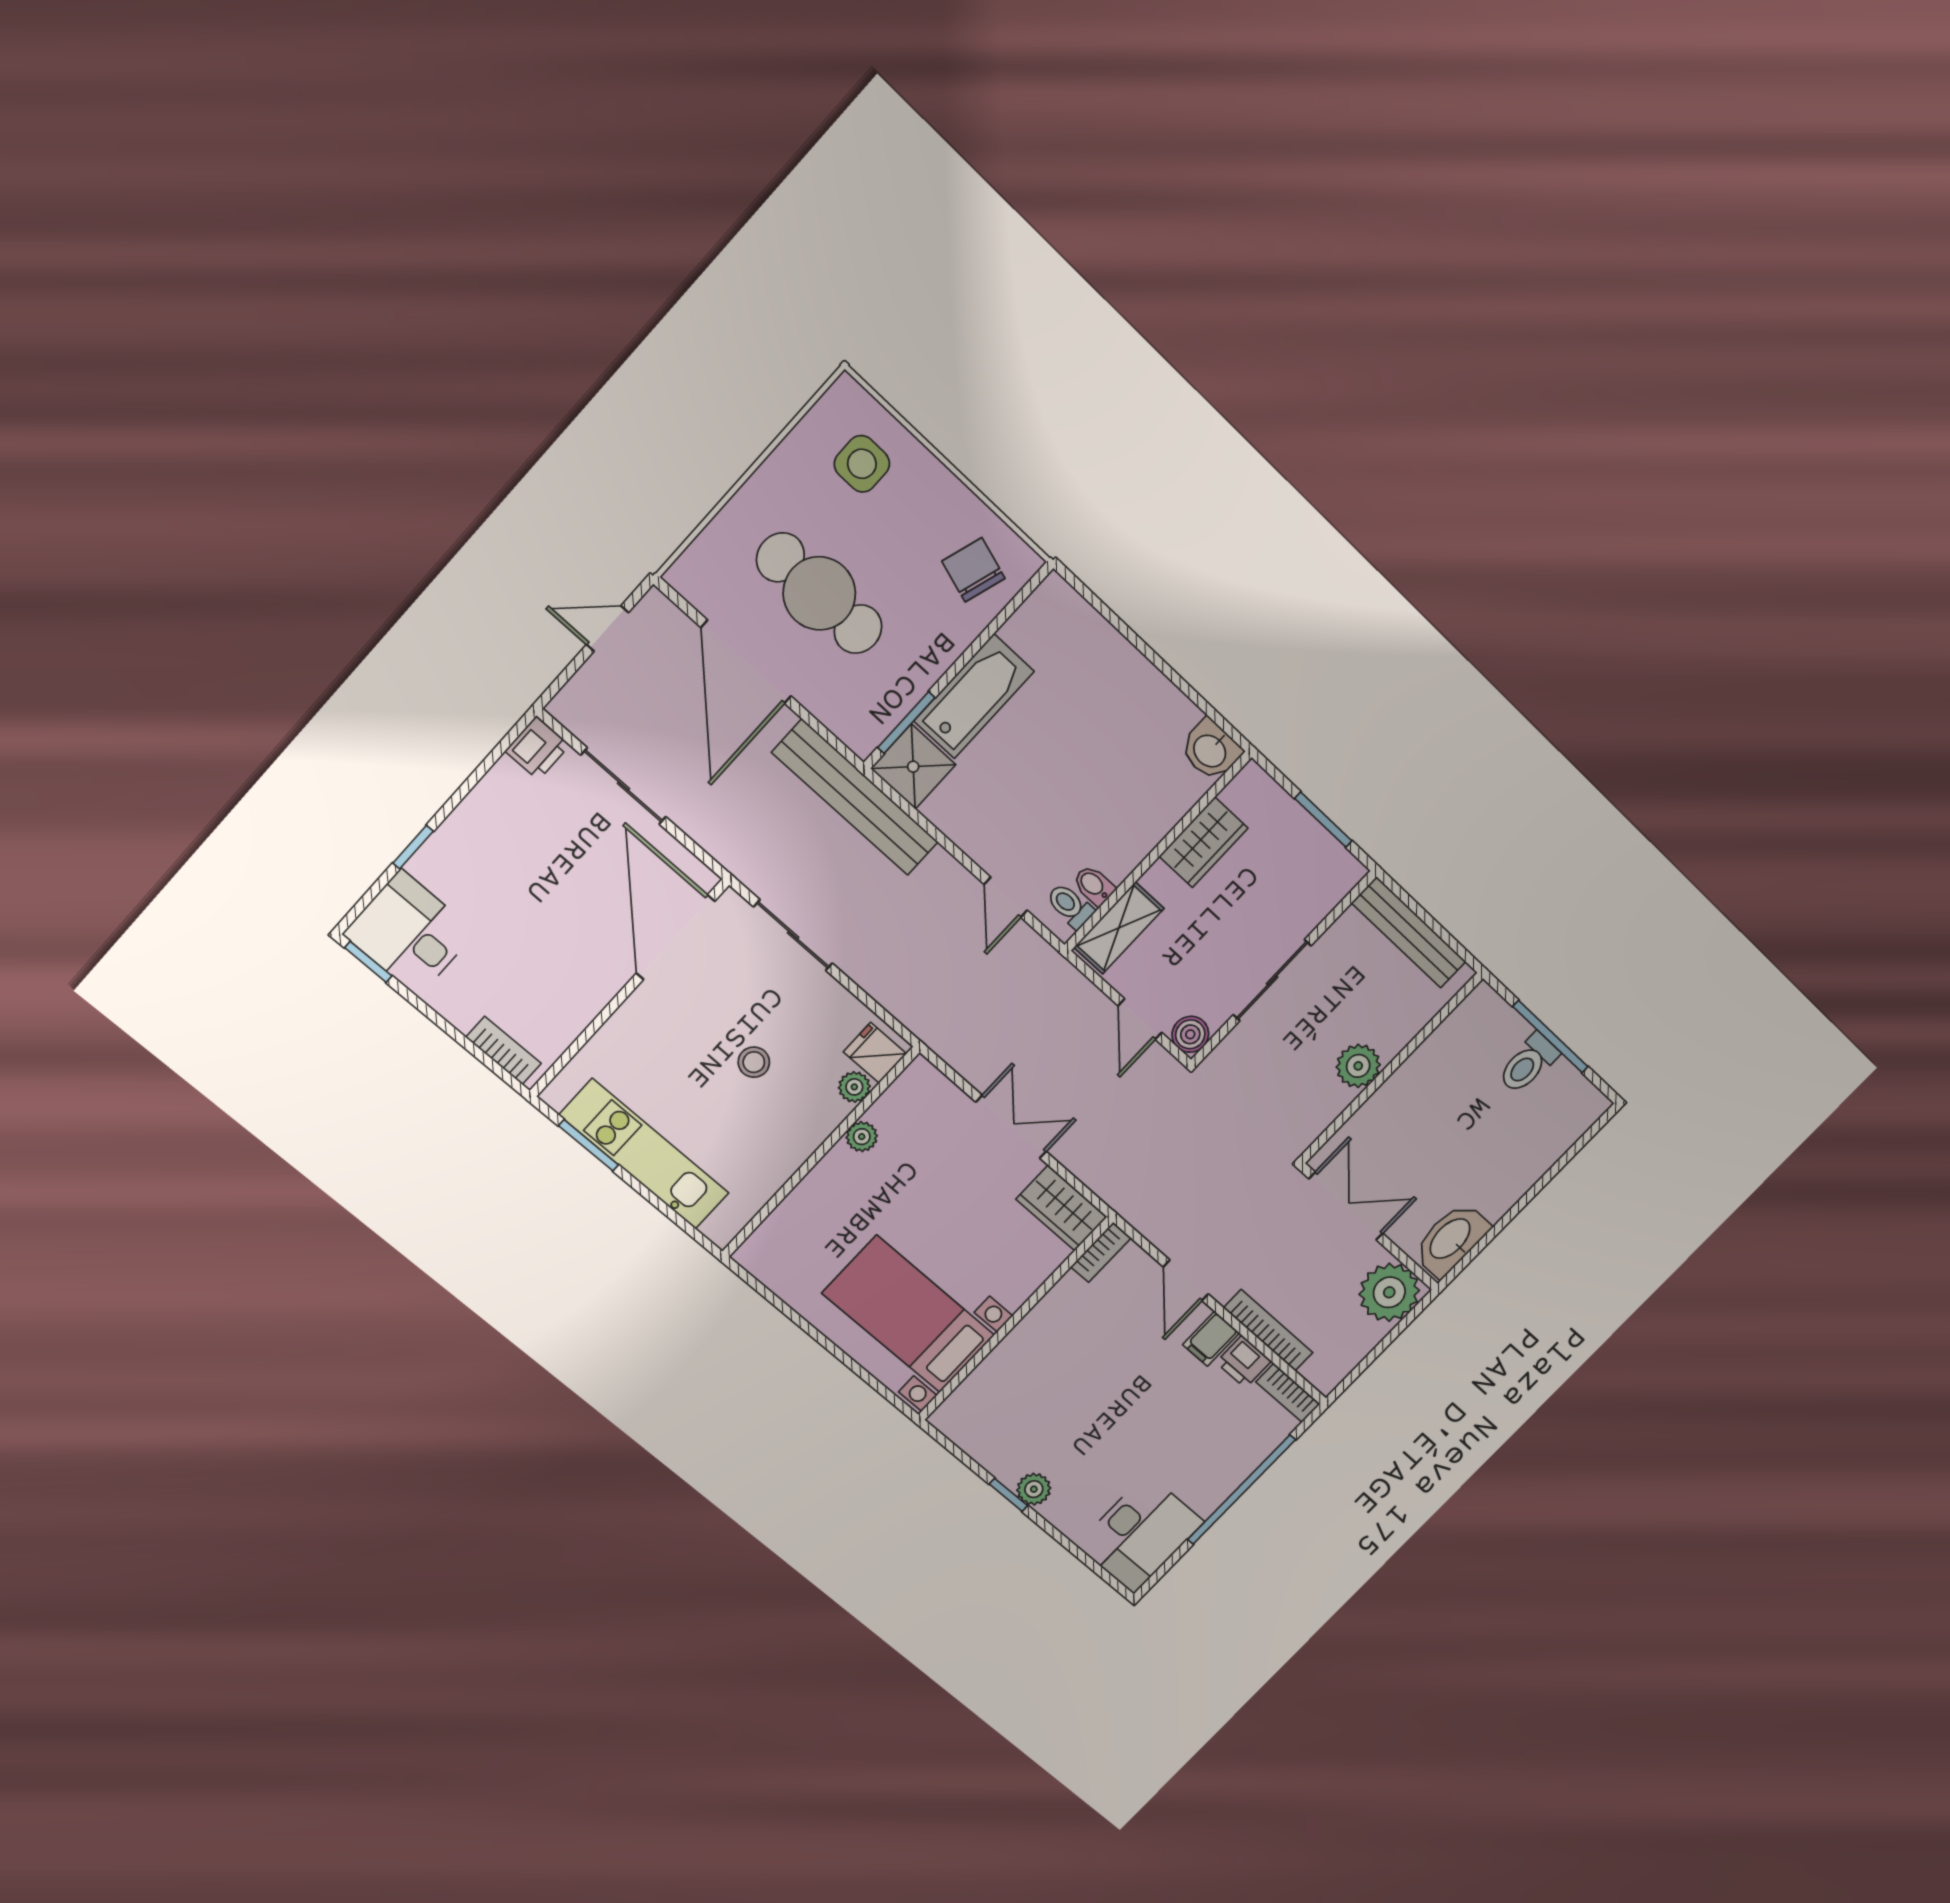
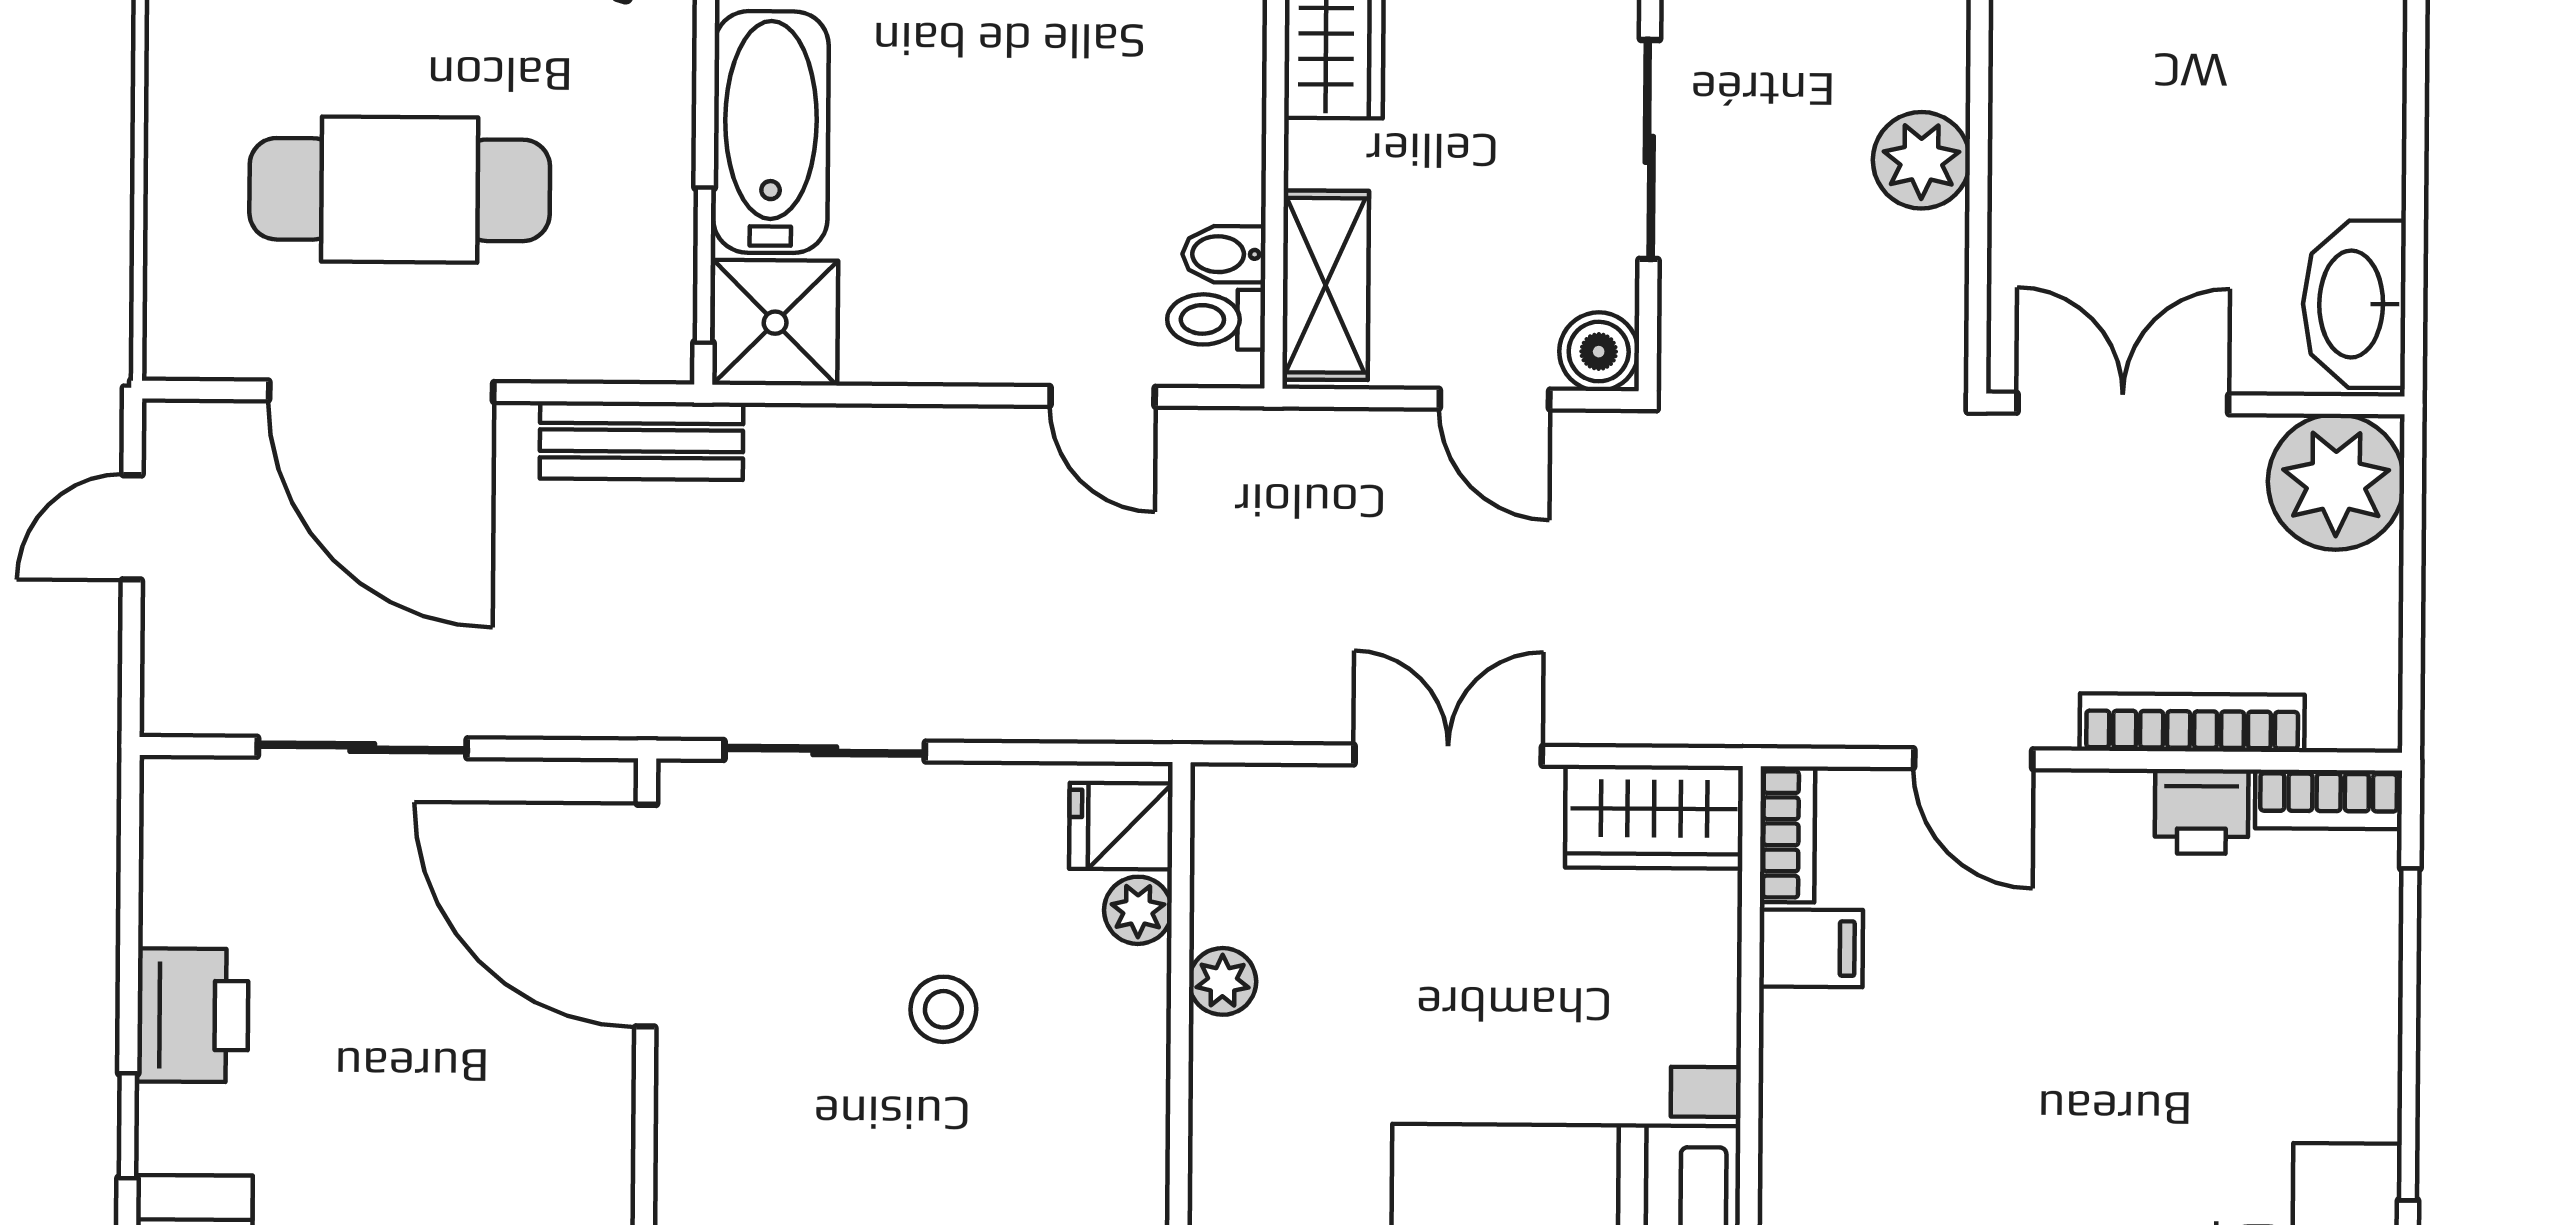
printer: (537, 748) -> (193, 1015), moved, width x1.36, depth x1.24
bench: (855, 797) -> (641, 441), width x0.54, depth x0.82
filing cabinet: (1211, 1339) -> (1811, 948), moved, turned -90

